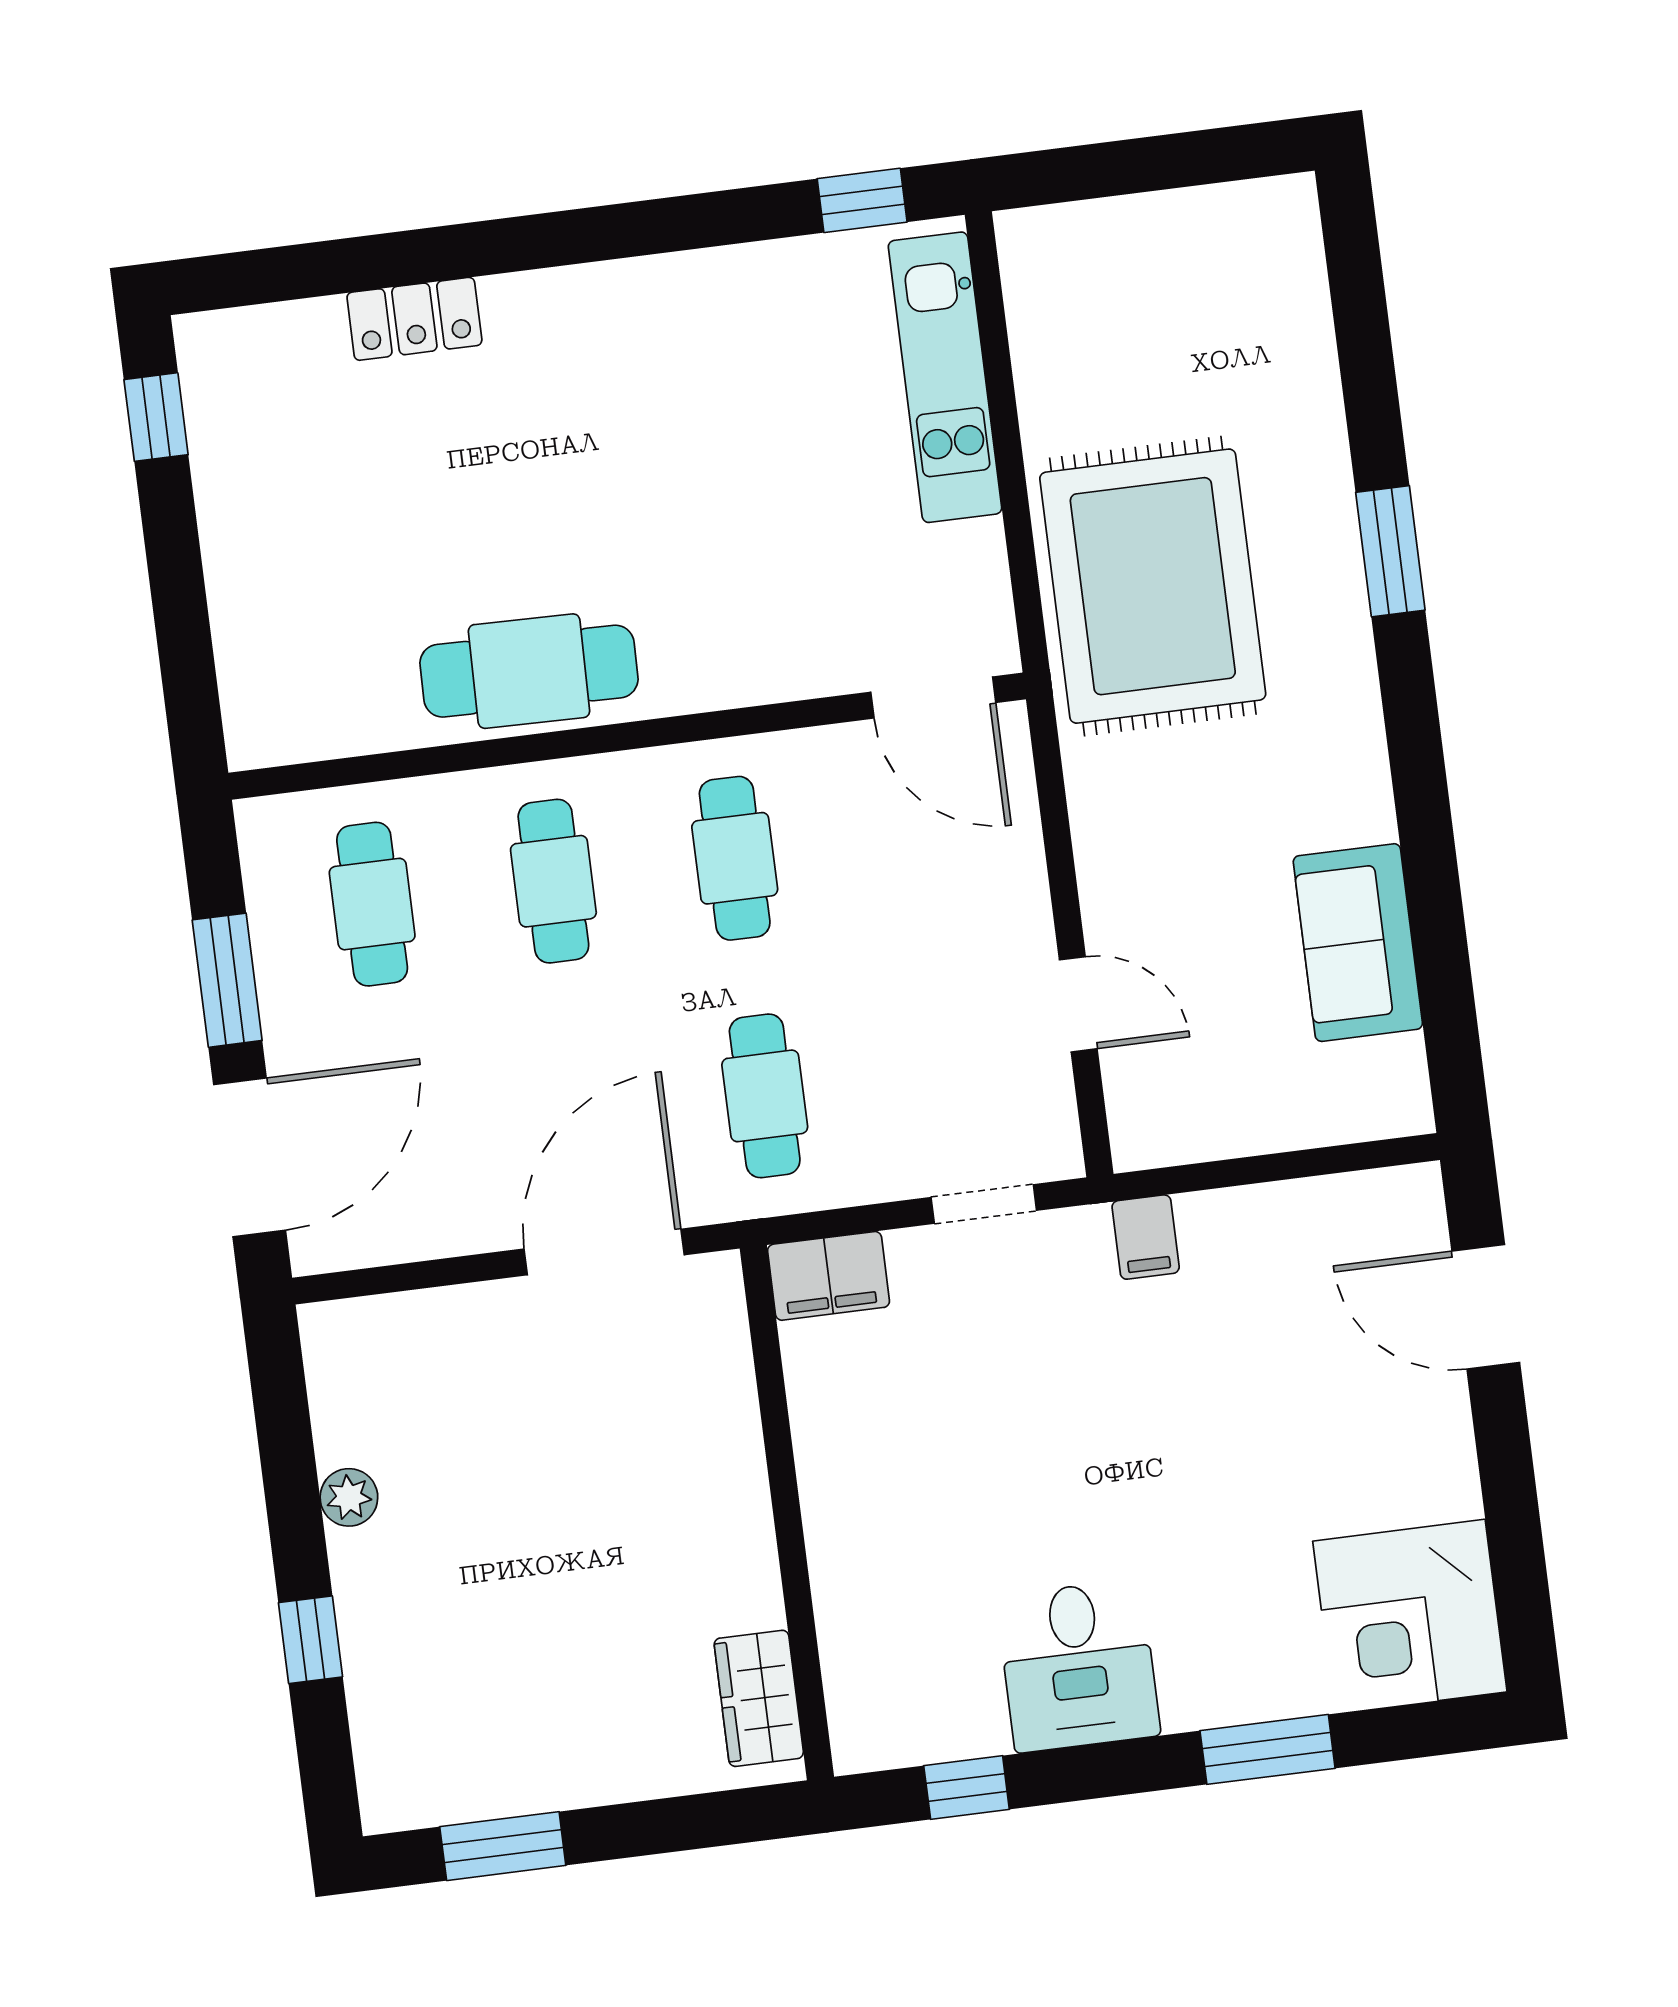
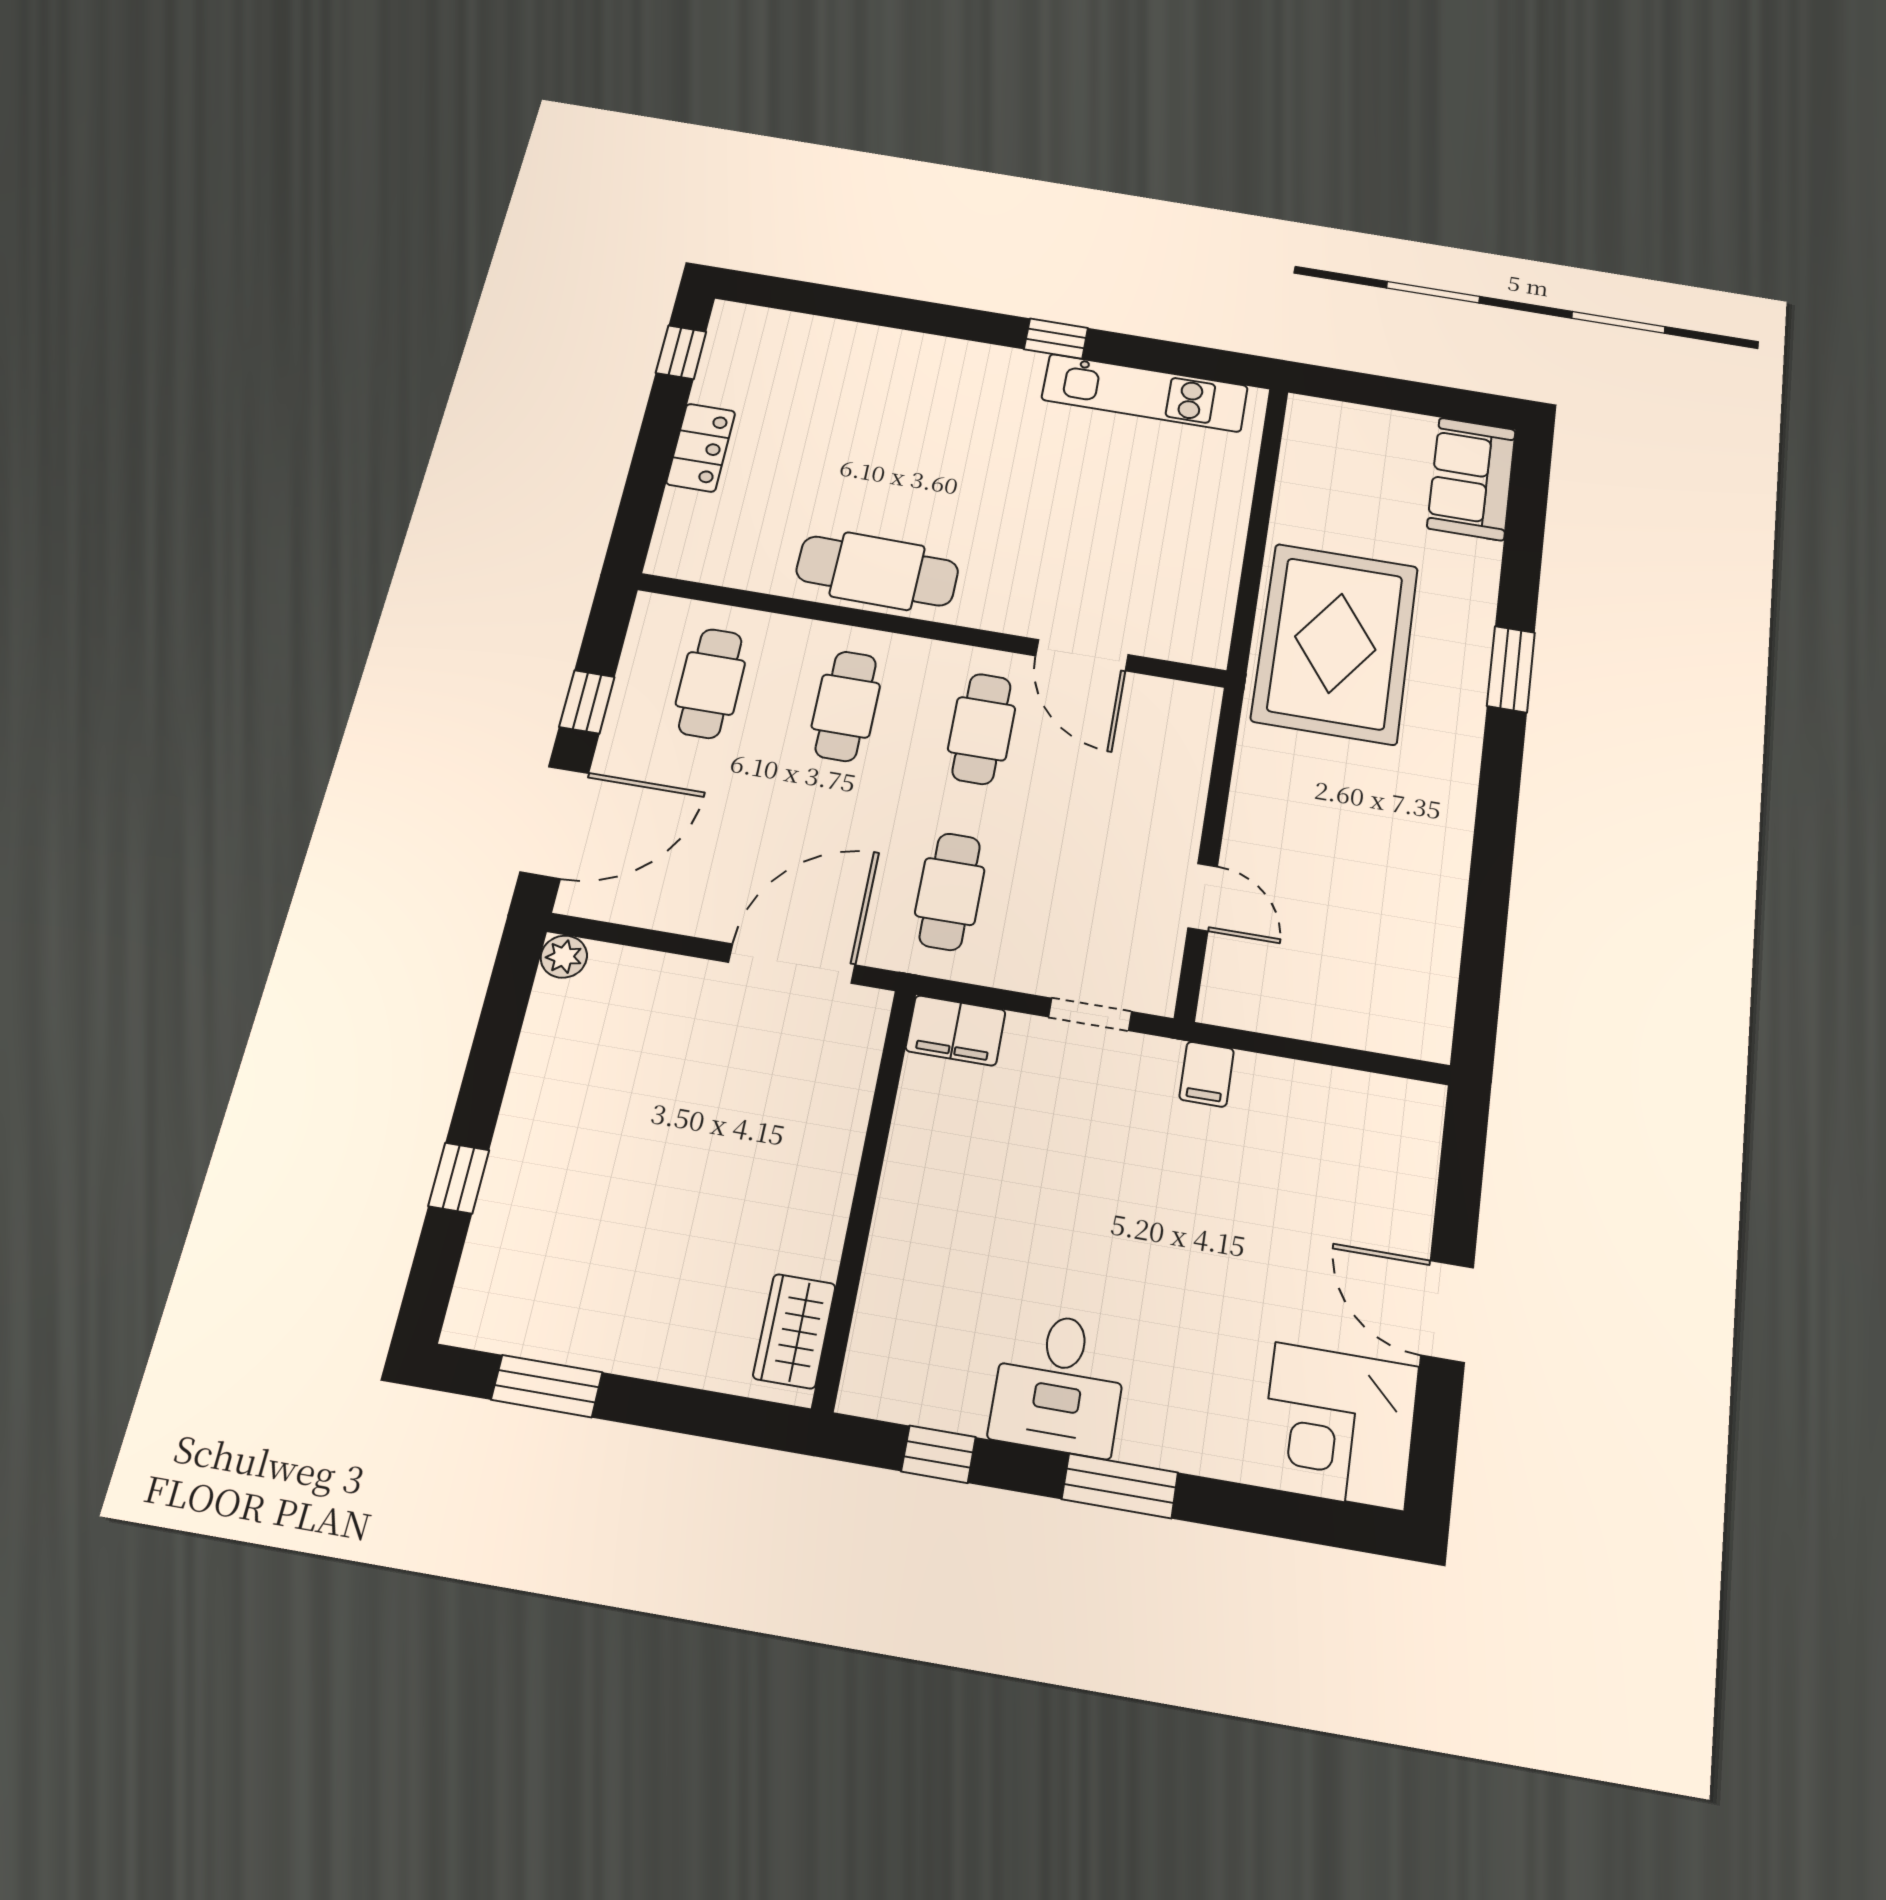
window: (862, 200) -> (1056, 339), moved
locker: (414, 319) -> (701, 448), moved, turned -90
kitchen unit: (945, 377) -> (1145, 393), moved, turned -90
door: (933, 697) -> (1082, 655), moved
sofa: (1358, 943) -> (1471, 479), moved
window: (227, 980) -> (587, 702), width x0.67
door: (1486, 1307) -> (1447, 1311), moved
plant: (349, 1497) -> (564, 957), moved
window: (1268, 1749) -> (1120, 1486), moved

